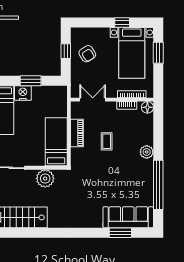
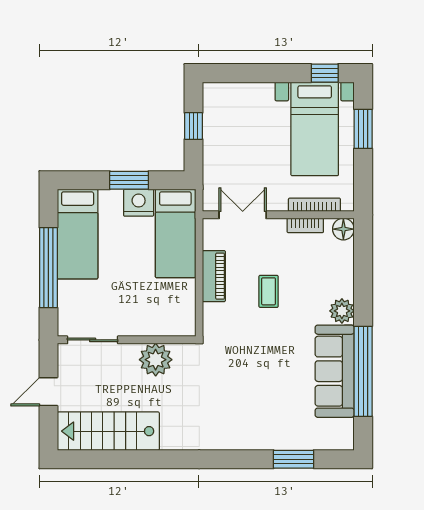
window: (122, 22) -> (325, 73), moved
armchair: (87, 54) -> (233, 131), removed
nightstand: (23, 93) -> (139, 203), moved
bed: (56, 142) -> (175, 233), moved, turned 180
sofa: (128, 217) -> (335, 371), moved, turned -90

